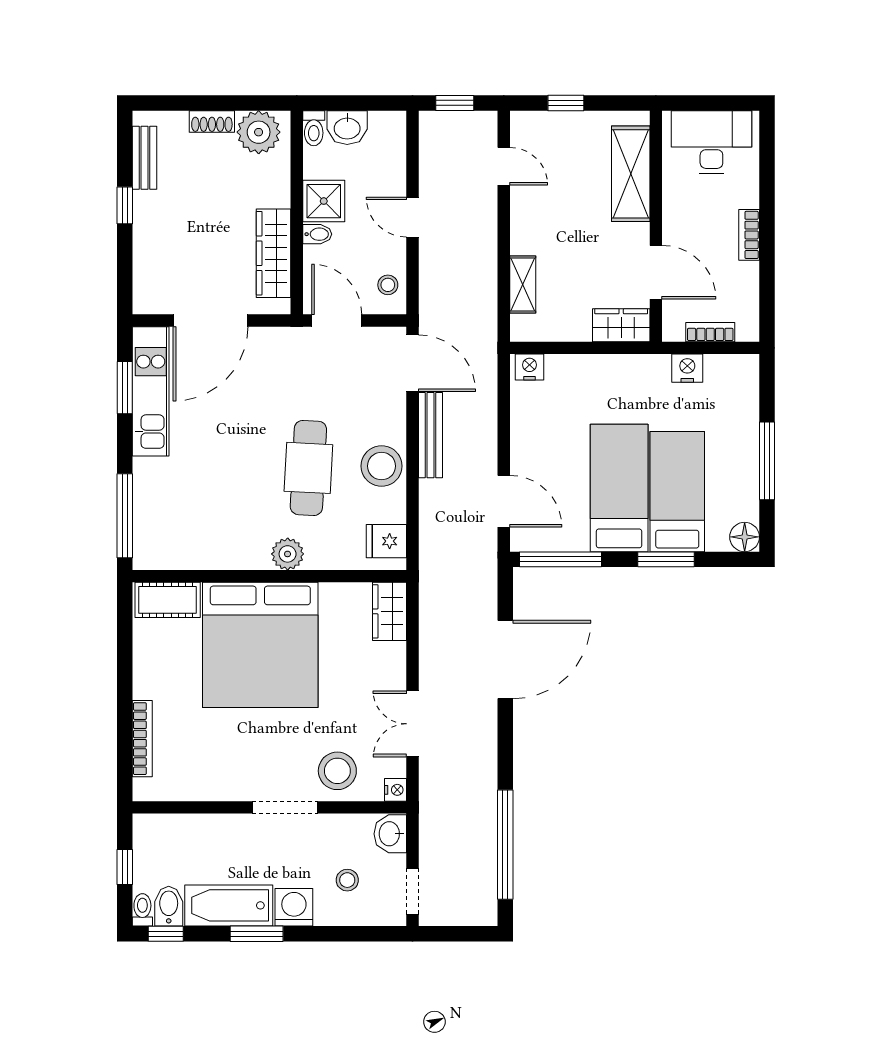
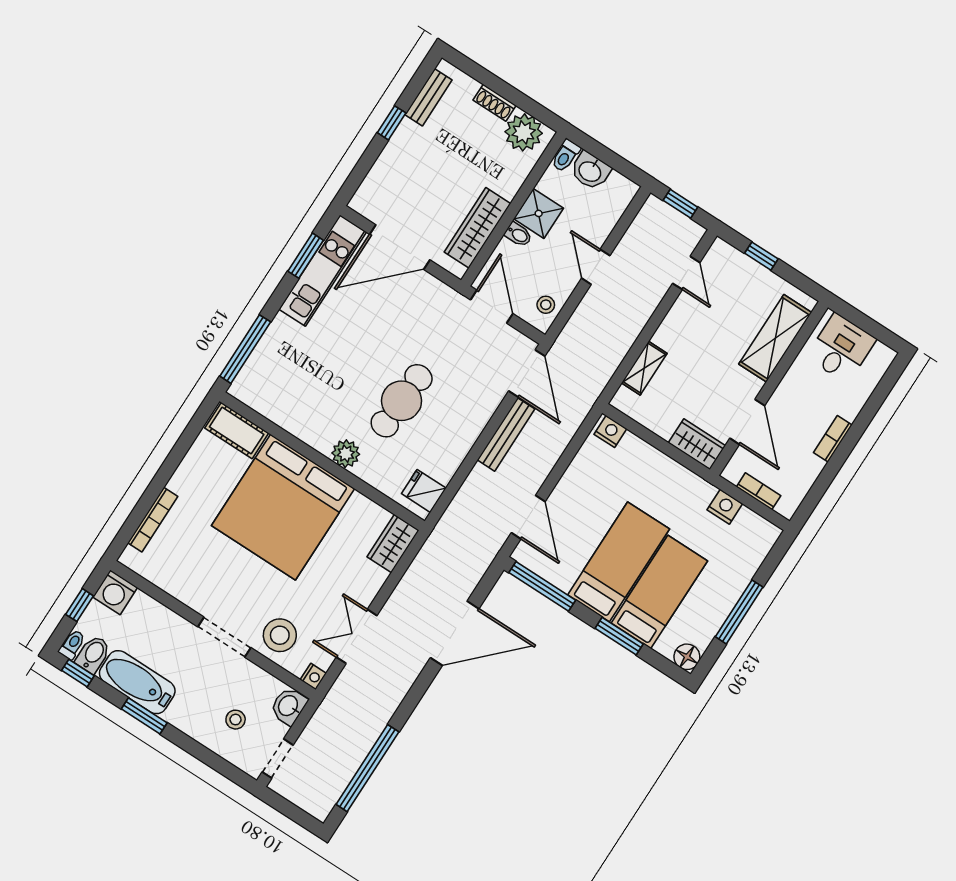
desk: (711, 142) -> (841, 348), width x0.73
stool: (382, 466) -> (456, 434), removed
washing machine: (294, 907) -> (115, 592), moved, turned 180

